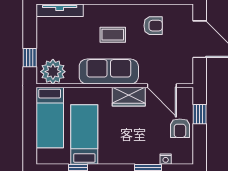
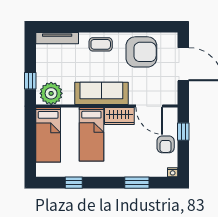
armchair: (153, 26) -> (141, 52), width x1.88, depth x1.88
coffee table: (113, 35) -> (101, 44), moved
bed: (84, 135) -> (91, 134), moved, turned 180
nightstand: (166, 159) -> (173, 172), moved

